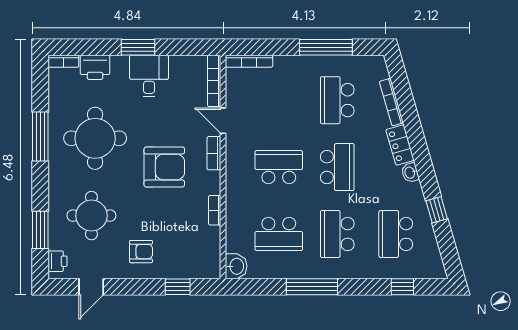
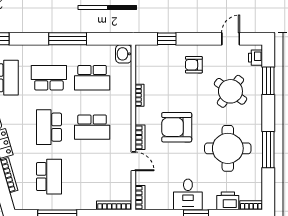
bookcase: (214, 81) -> (140, 198), width x0.64
round table: (91, 216) -> (230, 91), turned 36
school desk: (279, 234) -> (92, 78), turned 180
school desk: (337, 234) -> (49, 78), turned -90

